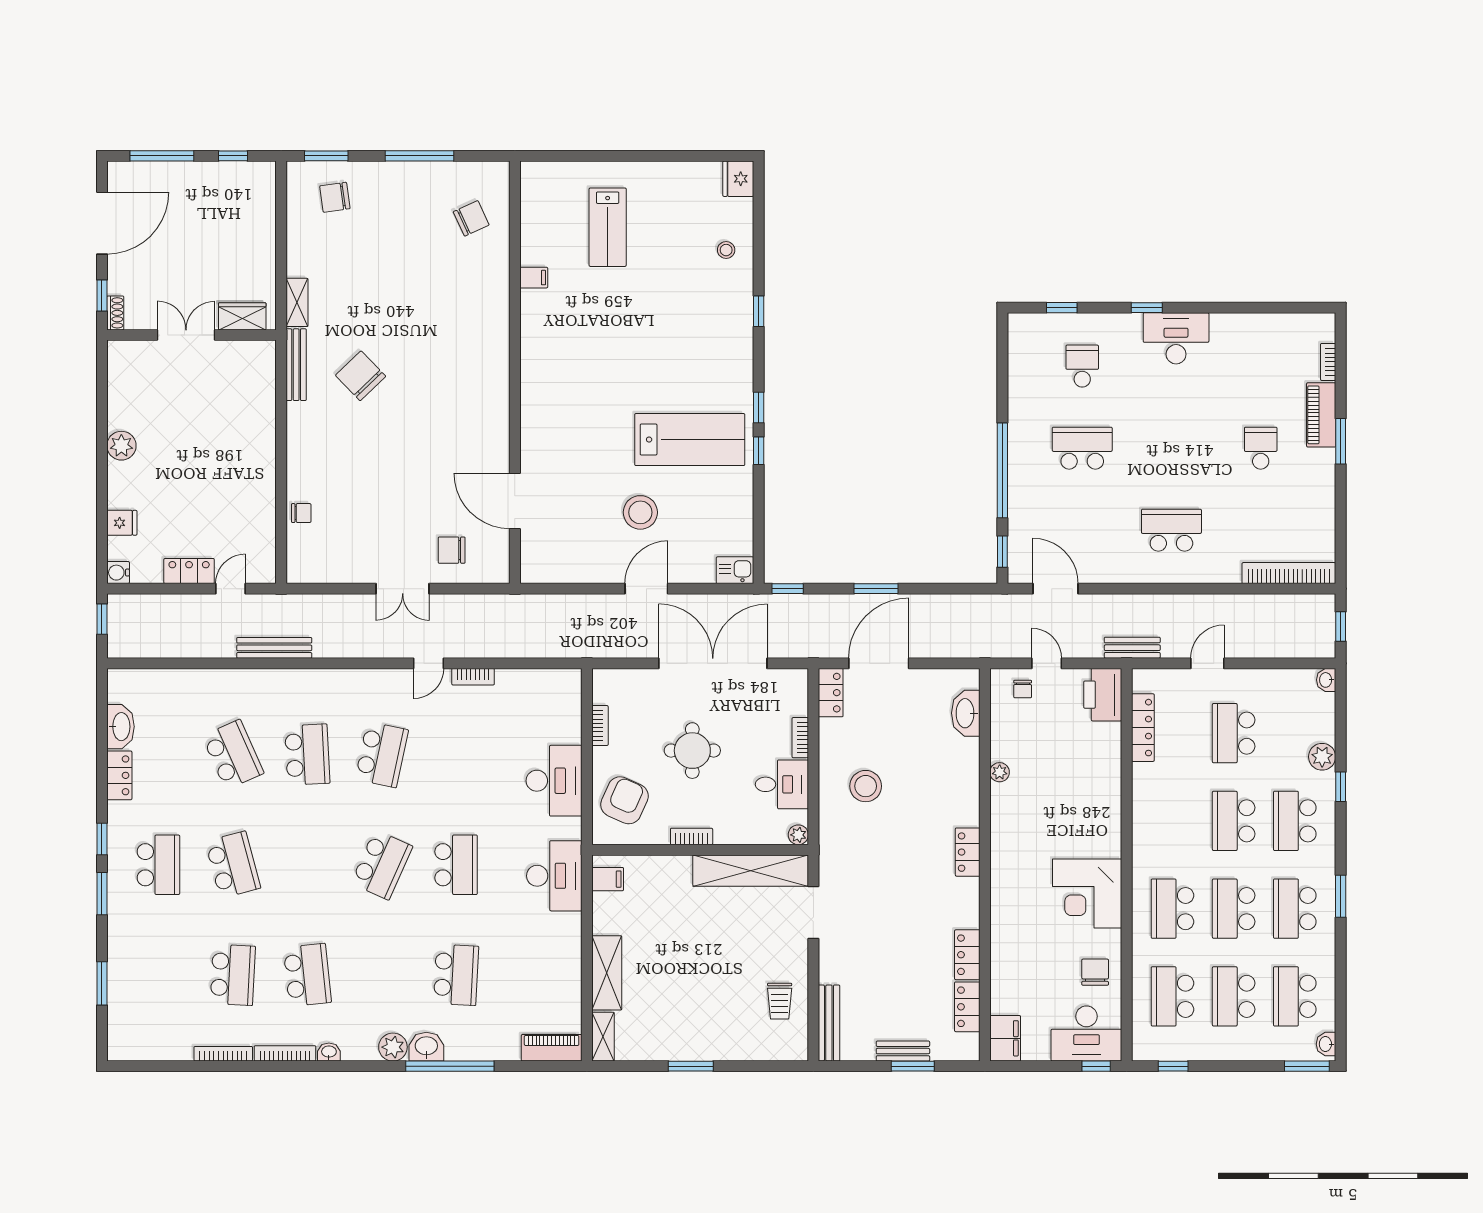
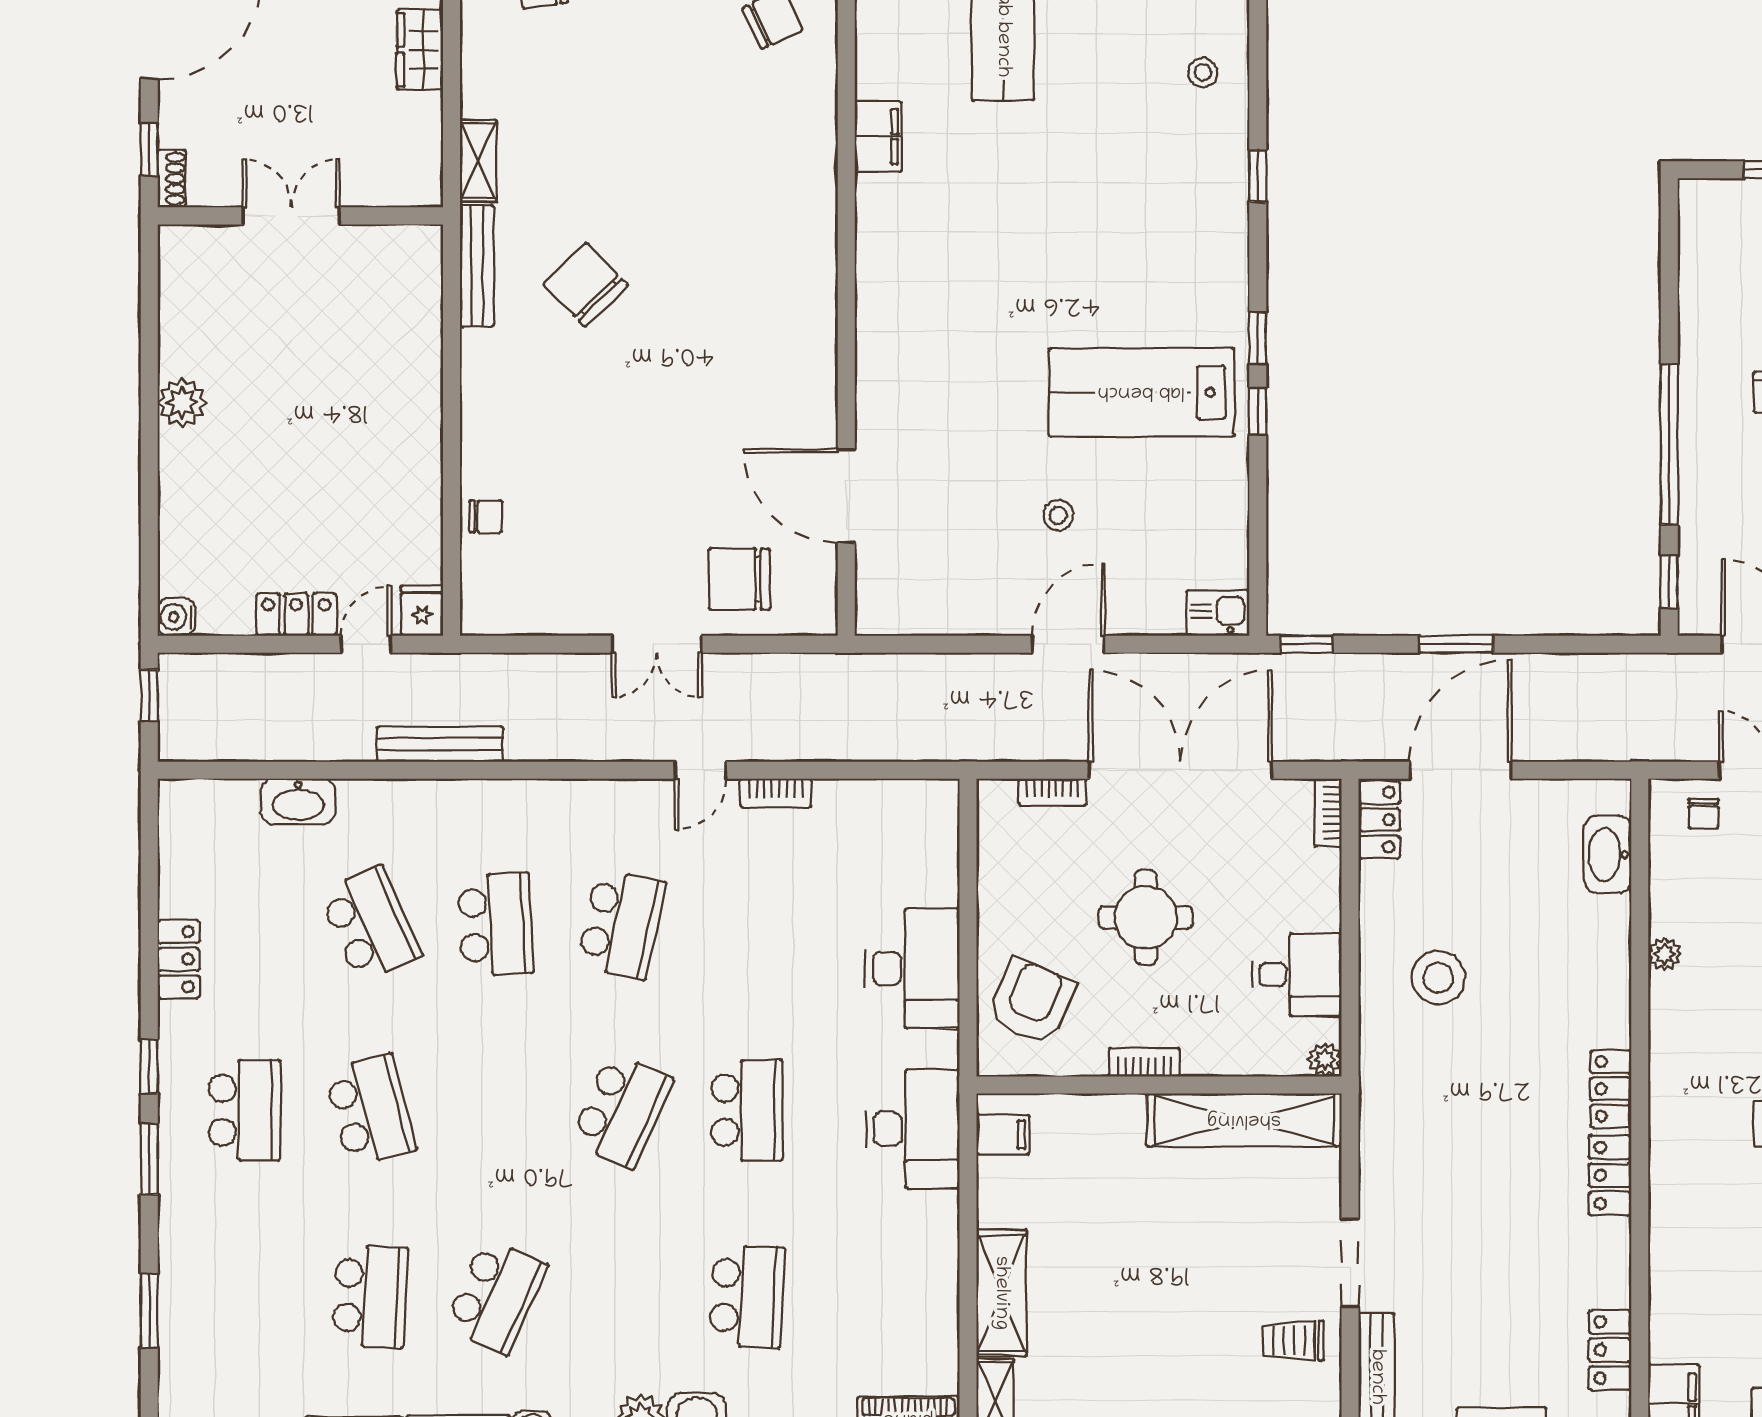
filing cabinet: (534, 278) -> (878, 137), width x2.00
wardrobe: (242, 316) -> (420, 50), moved, turned -90
lab bench: (690, 440) -> (1141, 392), turned 180
stool: (640, 512) -> (1058, 515), width x0.53, depth x0.53
fridge: (122, 523) -> (422, 611), moved, turned -90
chair: (452, 550) -> (740, 579), width x1.37, depth x1.37
bookcase: (600, 726) -> (1053, 792), moved, turned 90
washbasin: (121, 727) -> (298, 801), moved, turned 90
bookcase: (800, 738) -> (1328, 813), moved
doorway: (813, 912) -> (1350, 1263), moved
locker: (967, 955) -> (1610, 1175), moved
school desk: (307, 975) -> (496, 1296), turned 30
trolley: (780, 1001) -> (1293, 1340), turned 90

